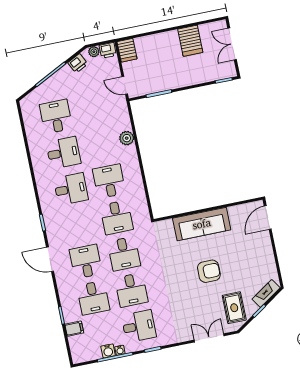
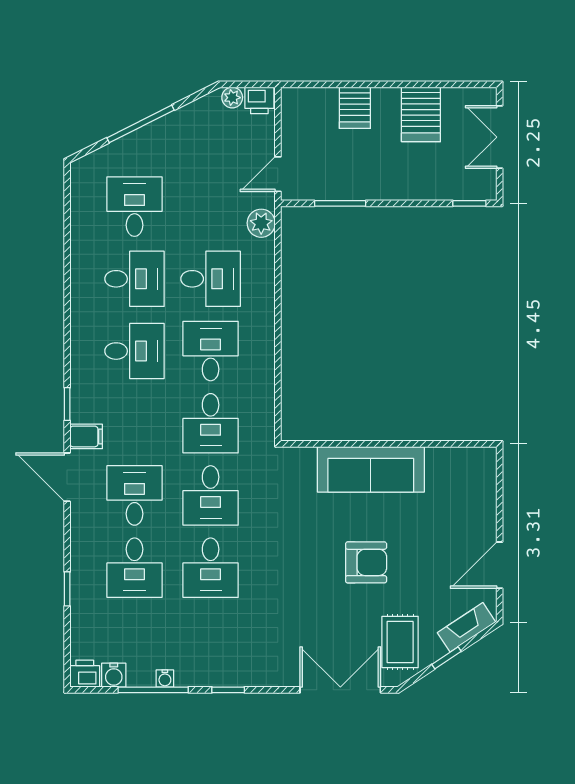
server rack: (127, 50) -> (355, 108), moved
printer: (78, 63) -> (85, 674), moved, turned -153
door: (125, 85) -> (278, 174), hinge flipped
plant: (127, 138) -> (261, 223), moved
door: (268, 218) -> (500, 565), moved
desk: (139, 326) -> (211, 279), moved
filing cabinet: (74, 329) -> (86, 436), moved
double door: (209, 338) -> (340, 690), width x1.37
water cooler: (108, 351) -> (114, 675), moved

